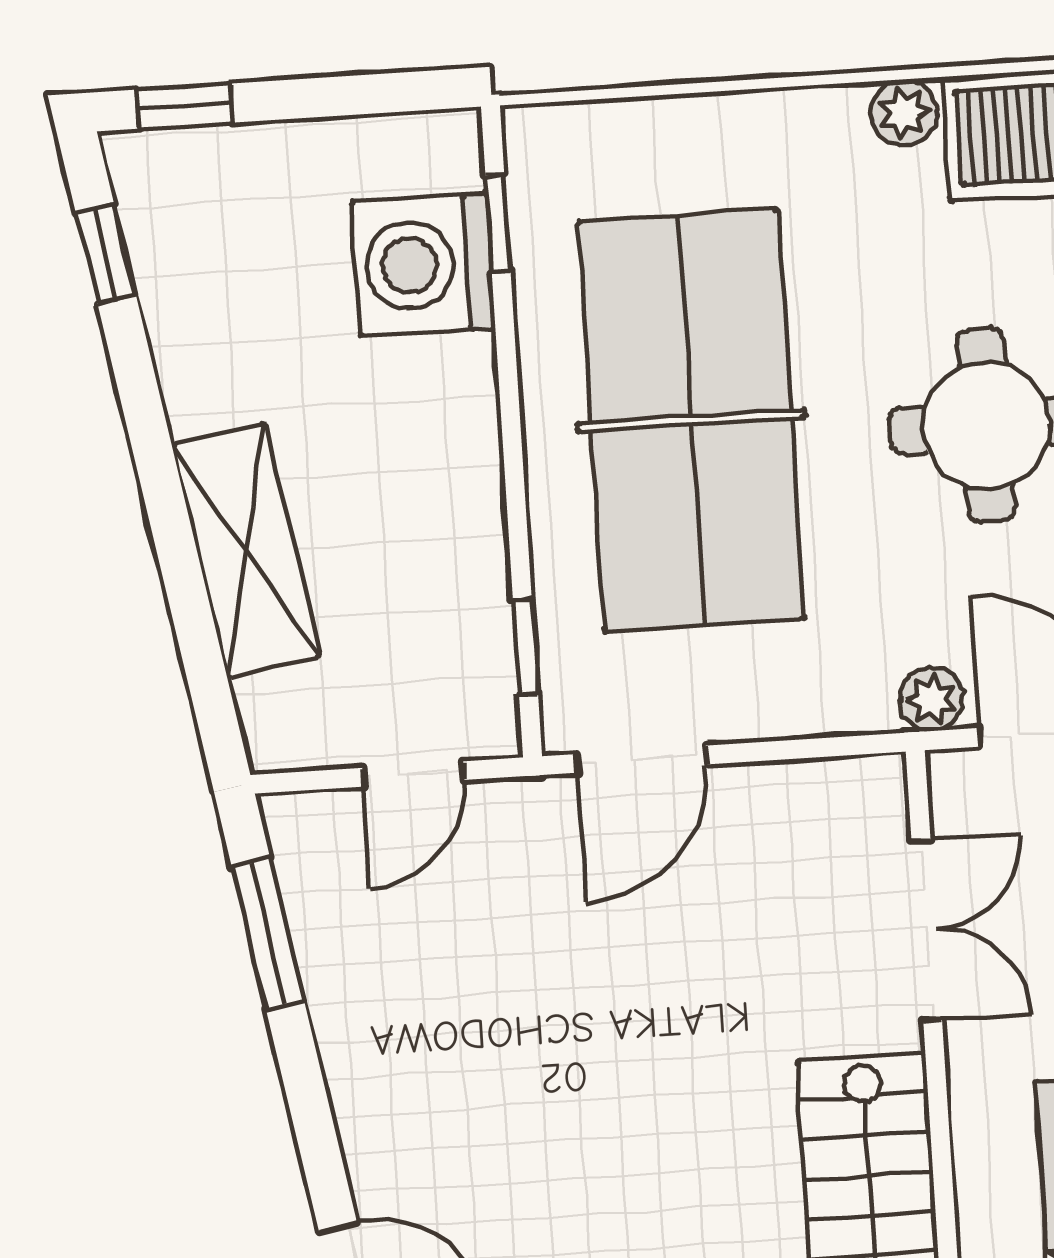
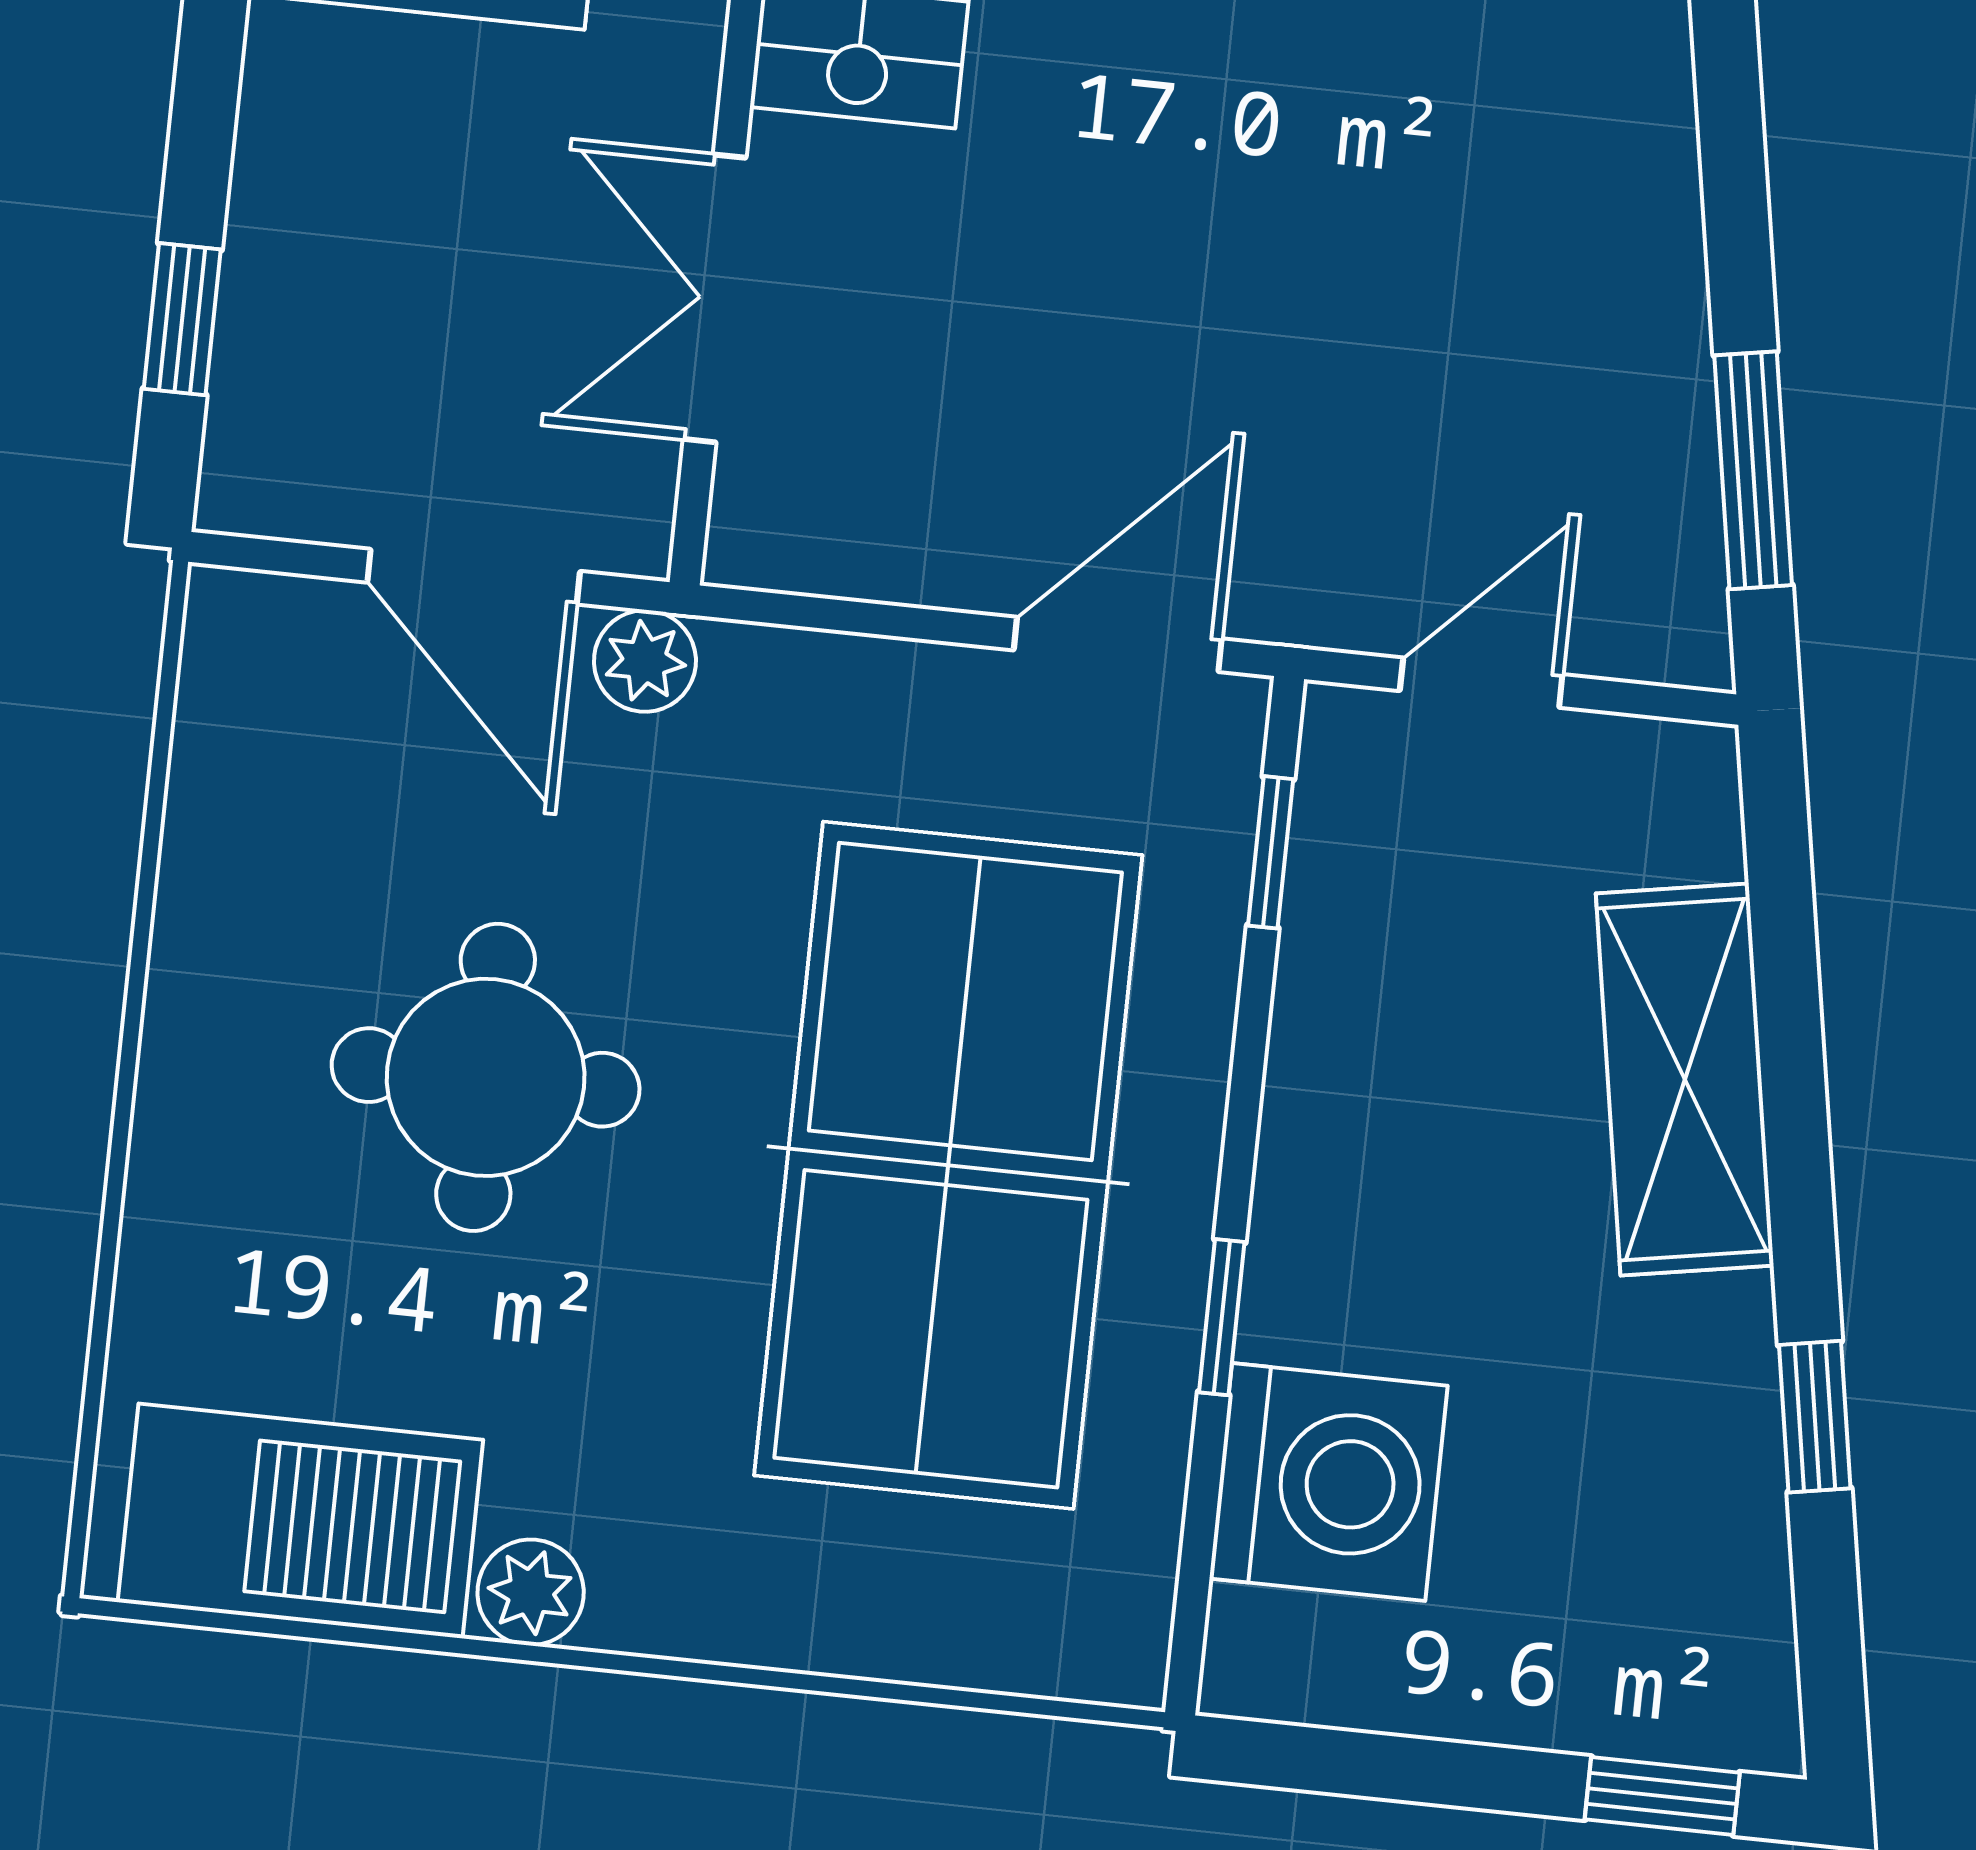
window: (498, 223) -> (1222, 1317), moved
window: (106, 254) -> (1815, 1417), moved

